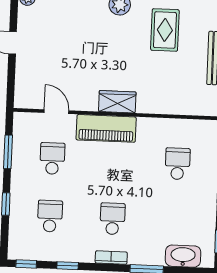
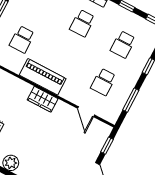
window: (11, 82) -> (107, 146), added
piano: (106, 128) -> (43, 77), moved

